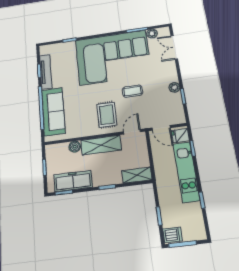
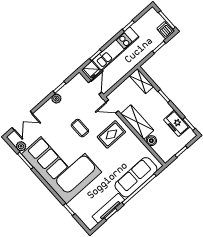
freezer: (73, 181) -> (177, 123), width x0.71

